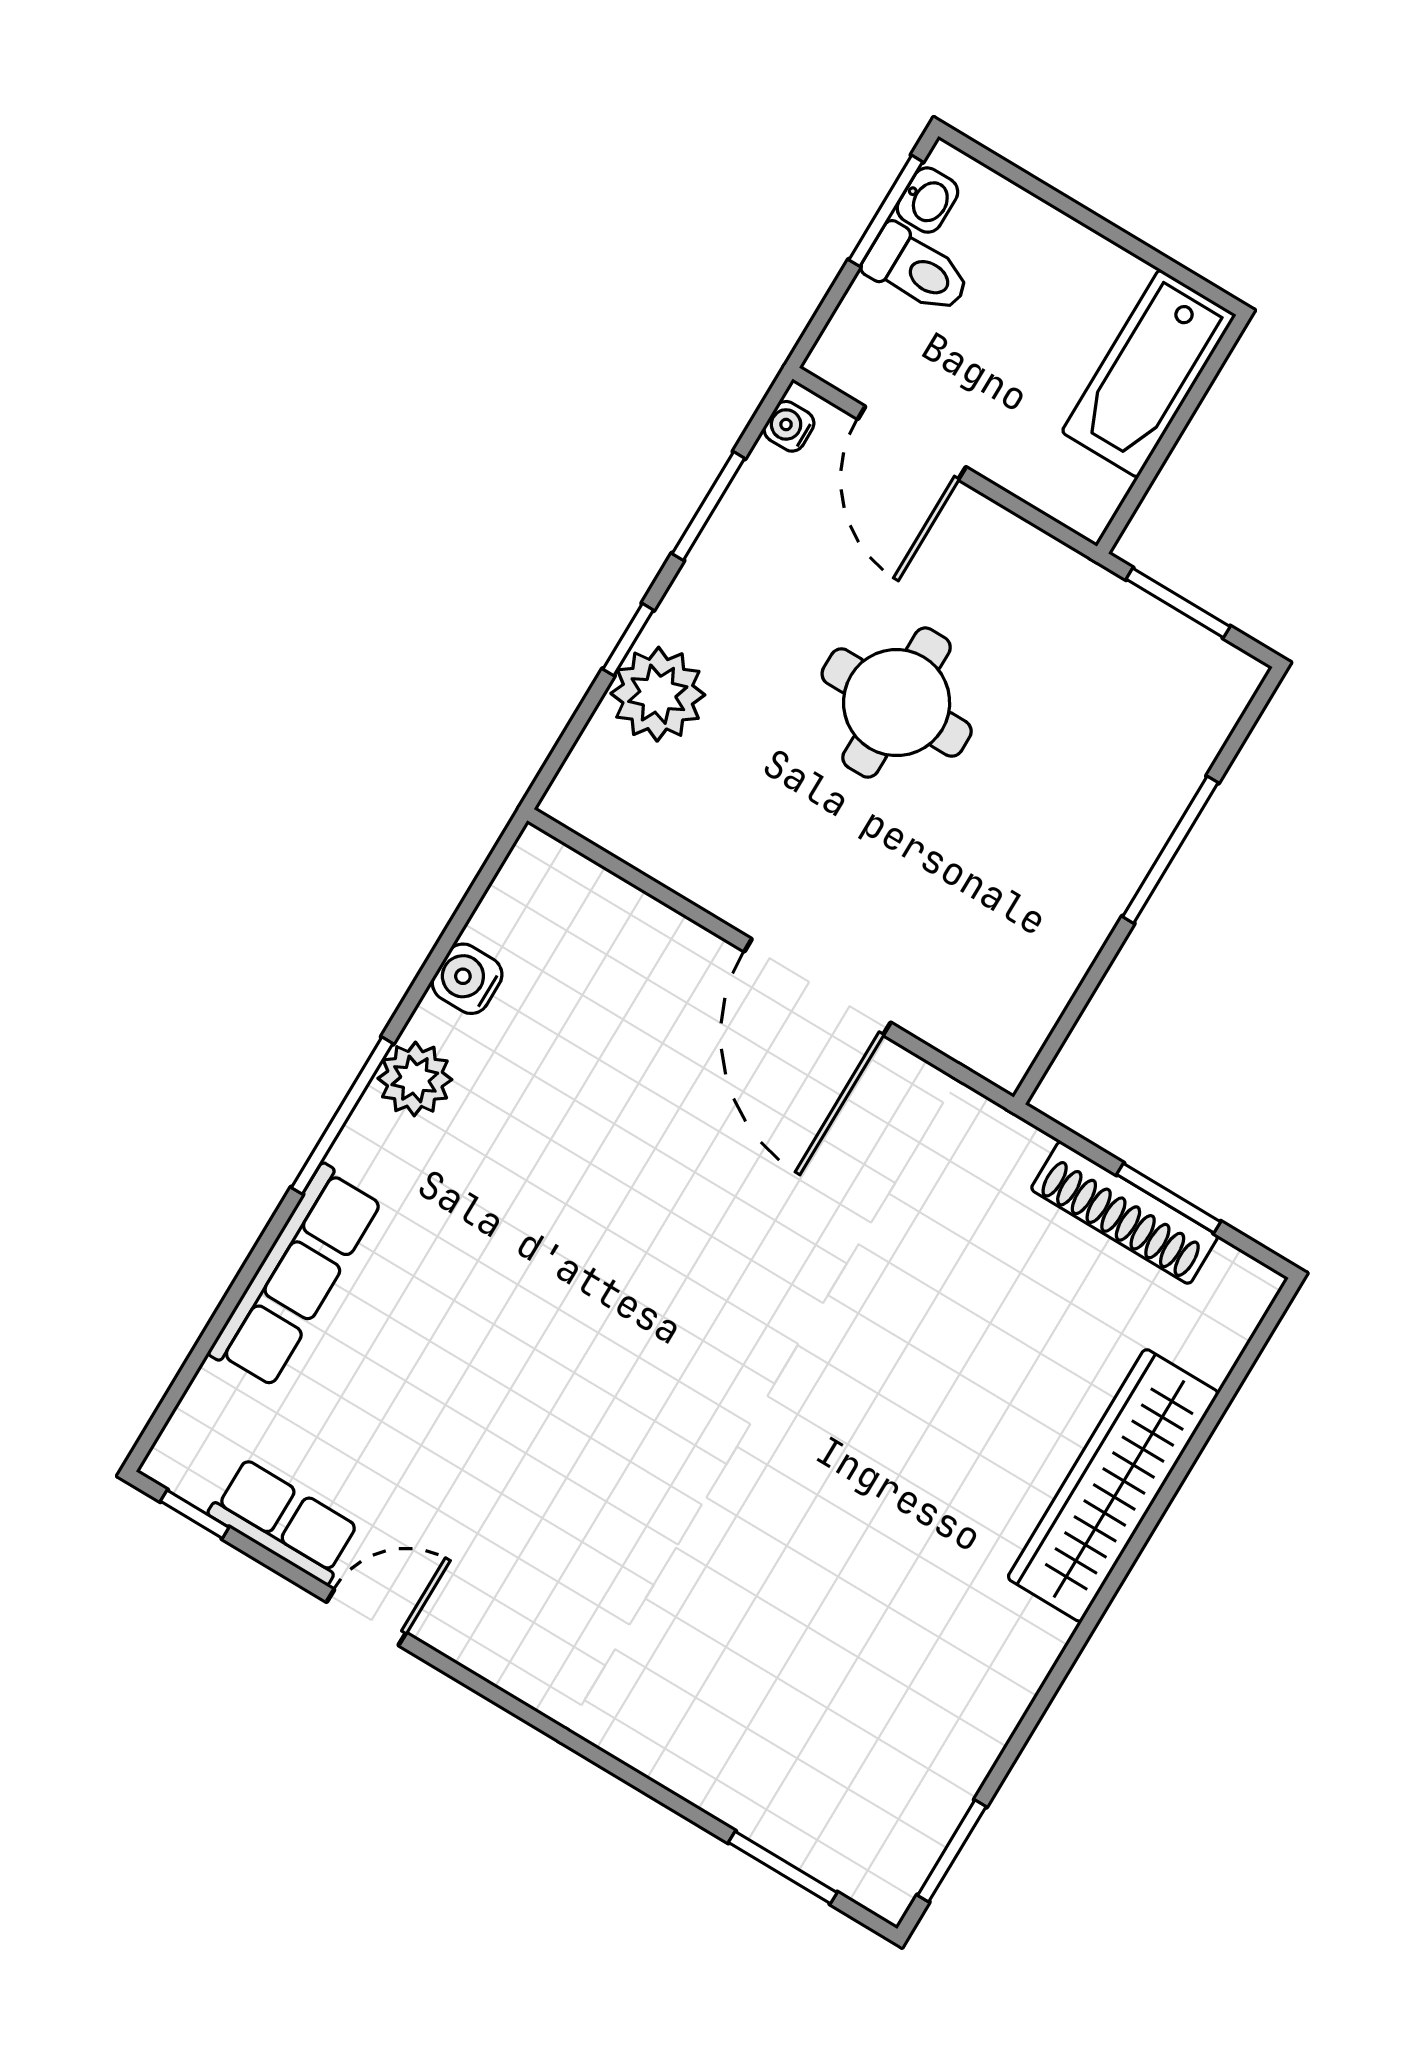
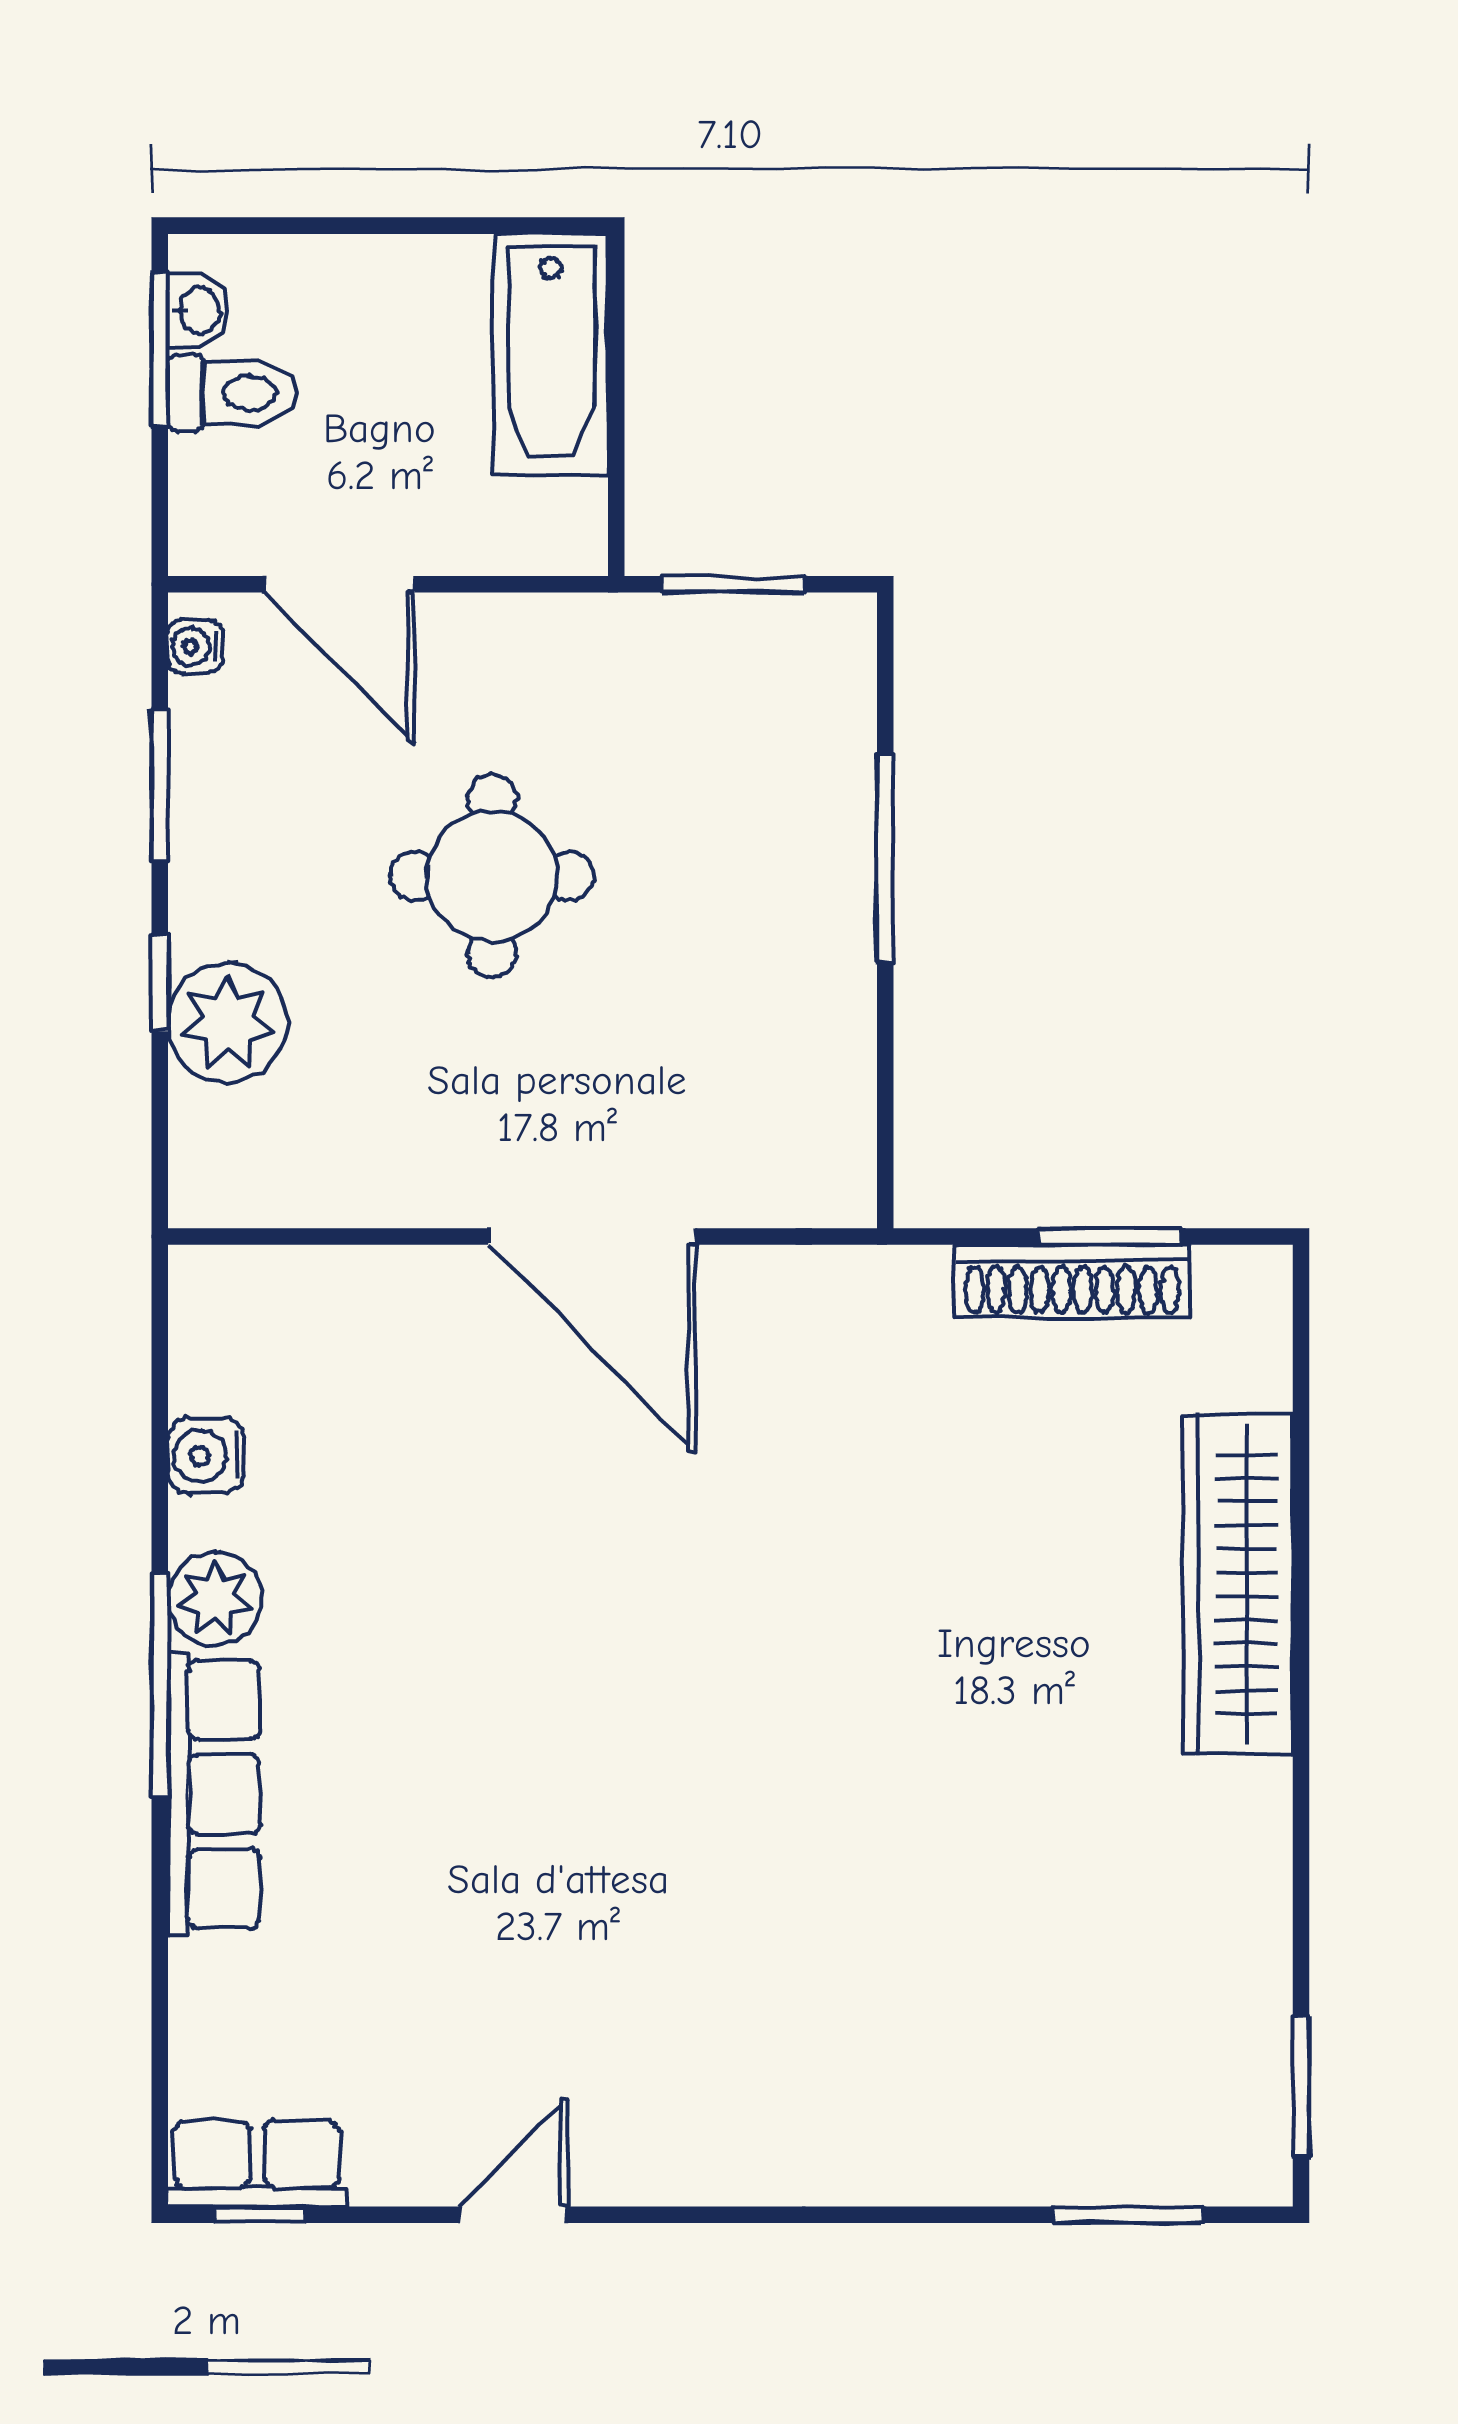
row of seats: (295, 1276) -> (214, 1794), moved
row of seats: (284, 1521) -> (257, 2164), moved

